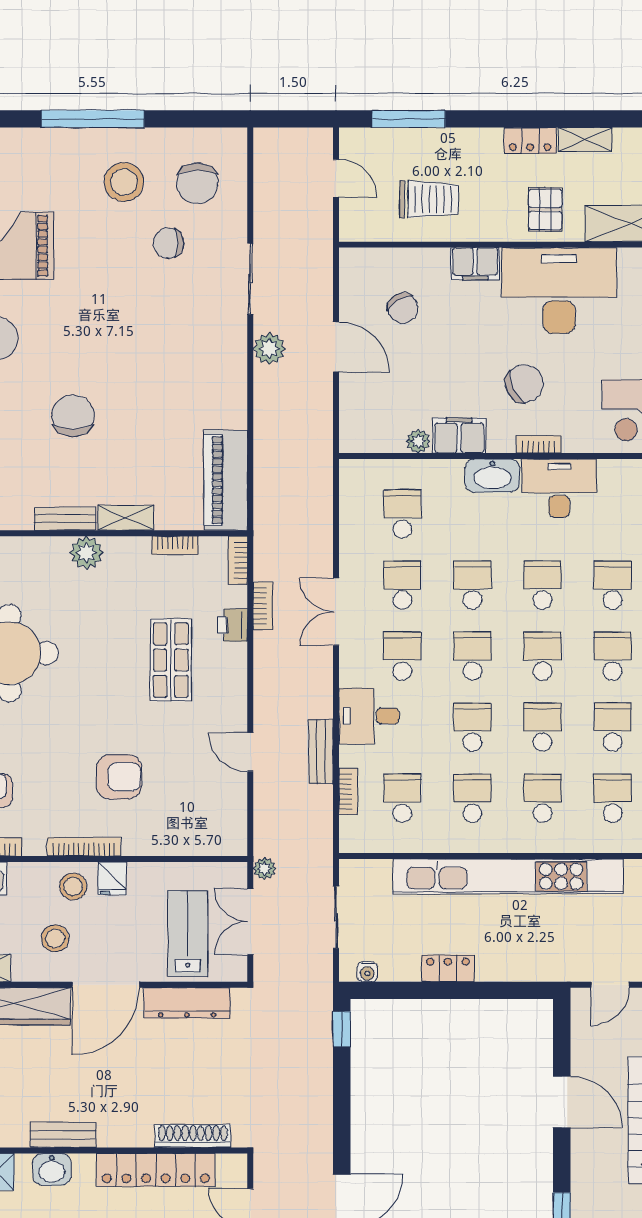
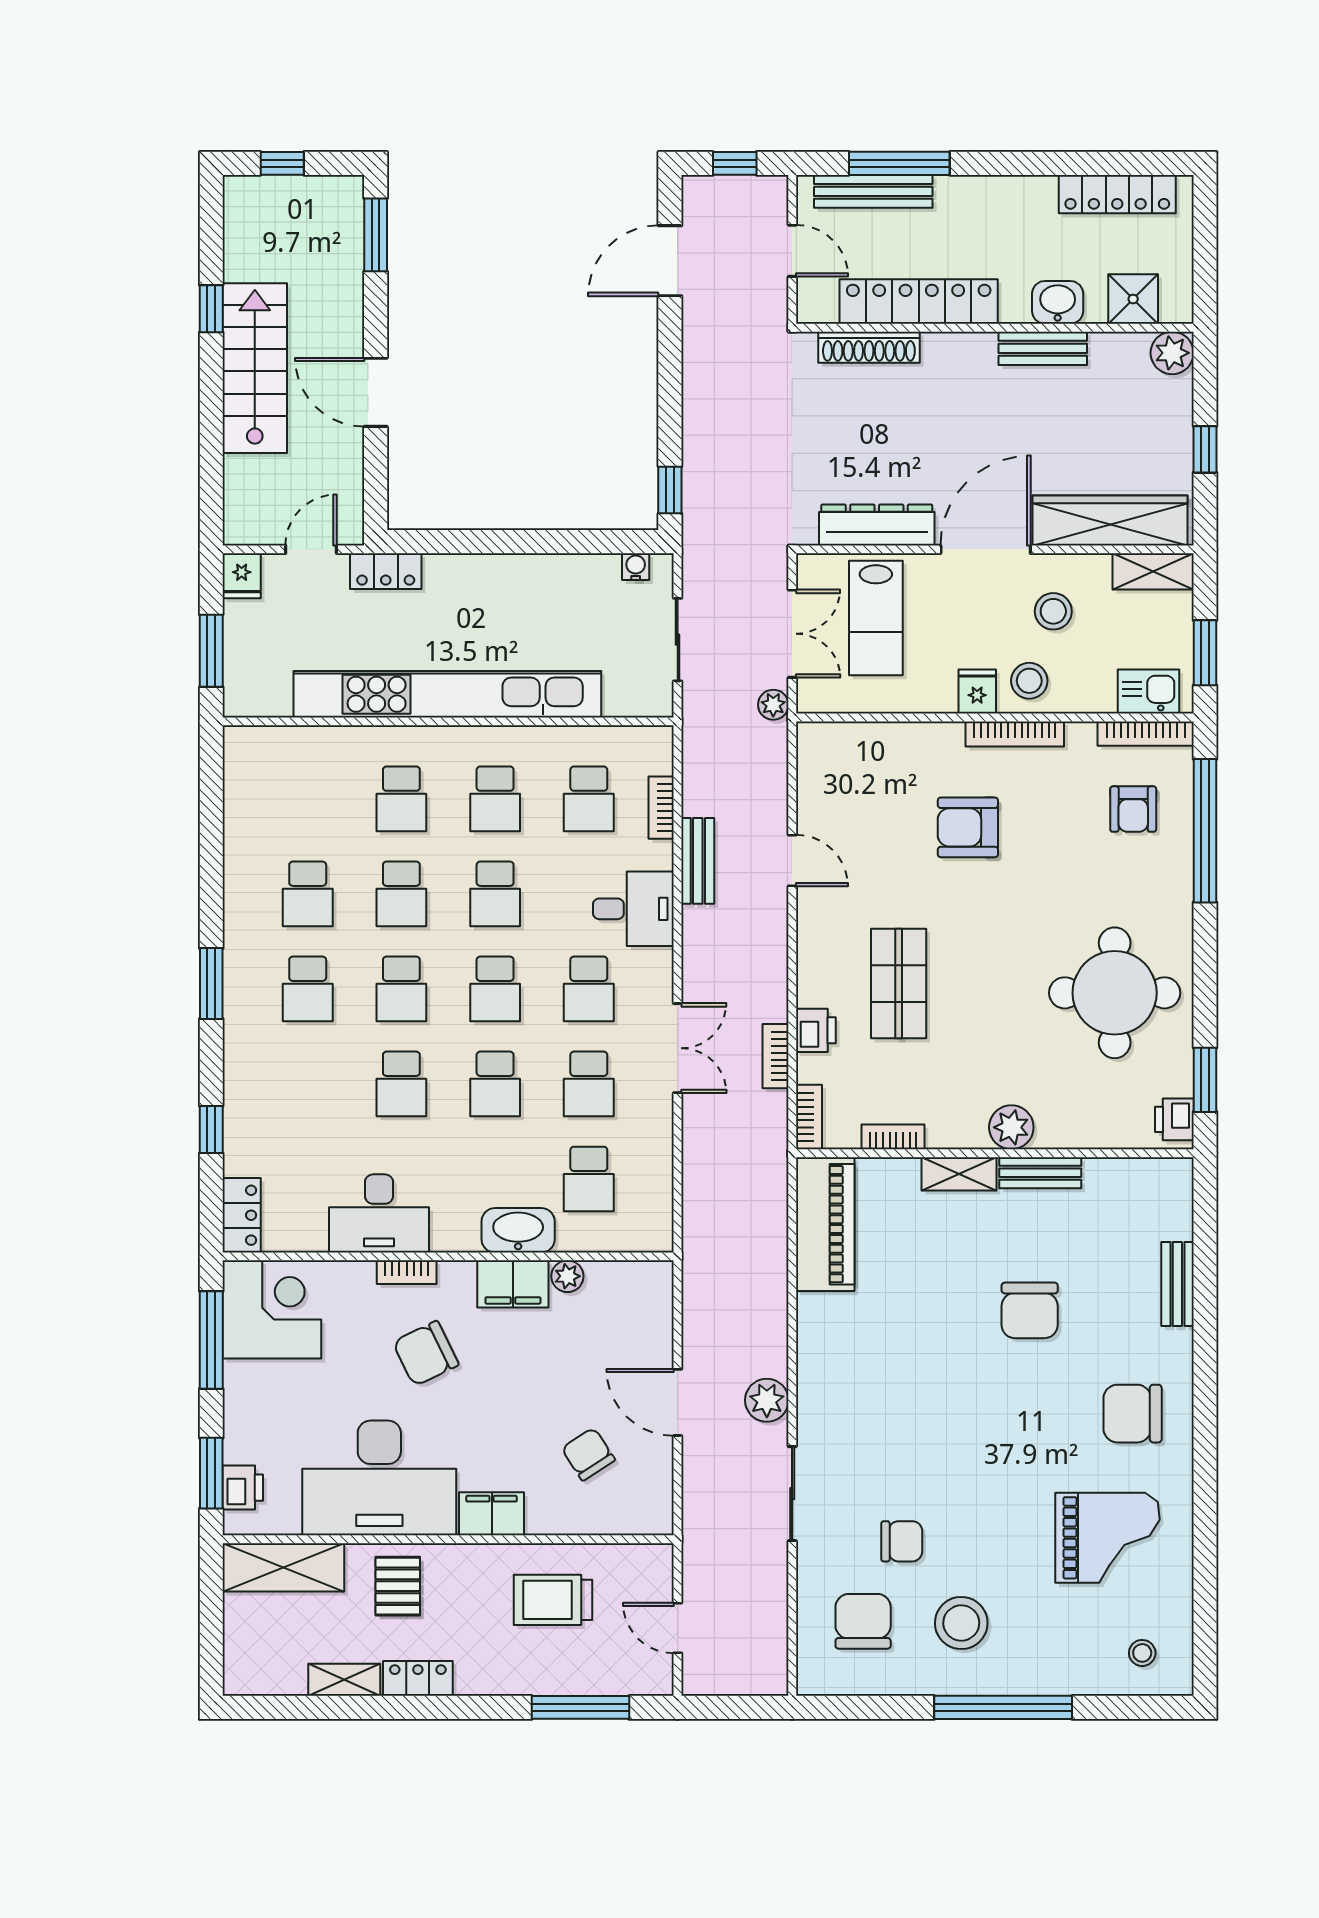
washbasin: (492, 476) -> (518, 1230), moved
school desk: (613, 585) -> (308, 1084), removed
school desk: (613, 798) -> (308, 799), removed
locker: (448, 968) -> (386, 571), moved

